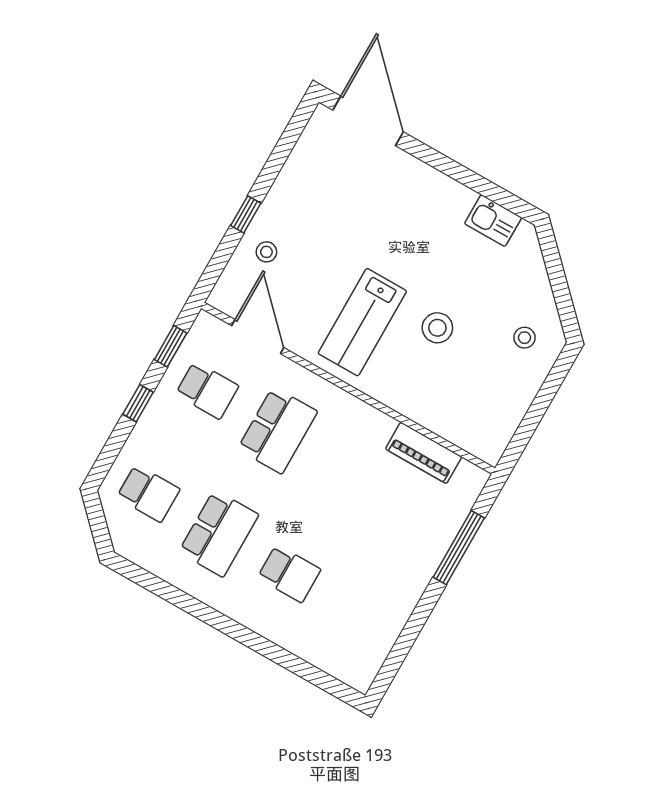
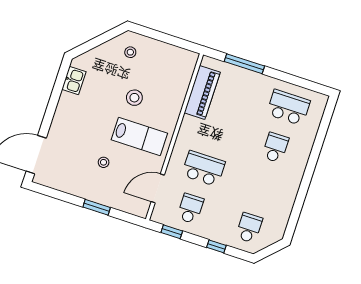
window: (246, 214) -> (97, 207), width x1.50
stool: (266, 252) -> (104, 162), moved
window: (138, 403) -> (216, 246), moved
piano: (424, 453) -> (202, 92), width x1.37, depth x1.33
school desk: (219, 533) -> (288, 107), moved

